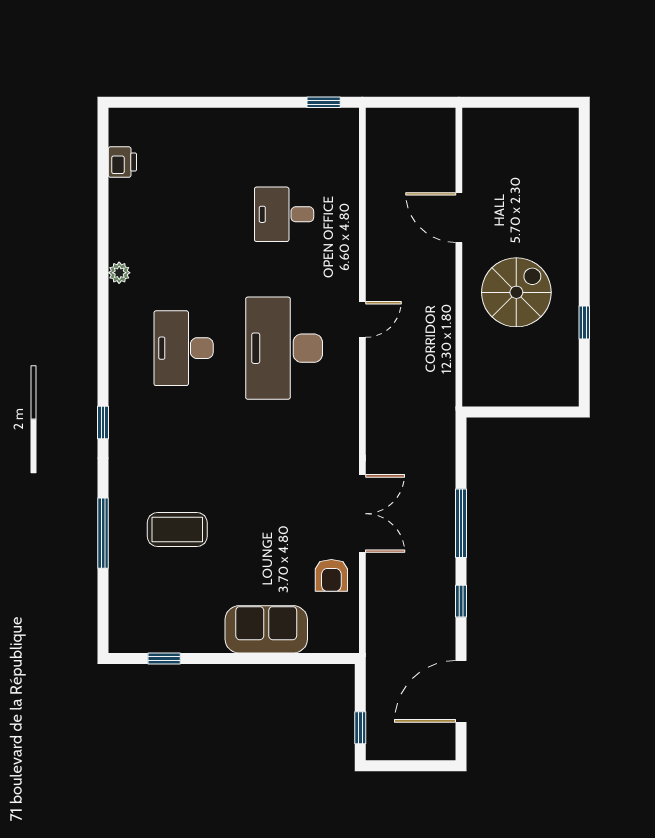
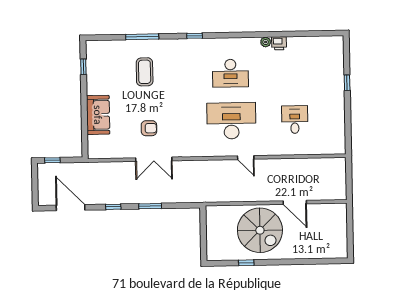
window: (324, 102) -> (347, 83), moved
printer: (122, 162) -> (279, 43), moved
door: (459, 218) -> (295, 202), swing flipped
spiral stairs: (516, 292) -> (260, 230), width x1.37, depth x1.37
desk: (184, 348) -> (230, 73), turned 180
window: (461, 523) -> (150, 206), width x0.69
armchair: (331, 575) -> (149, 128), moved, turned 180

